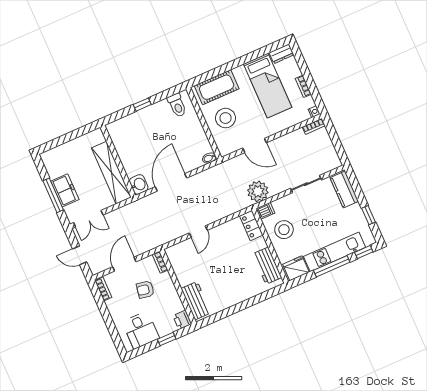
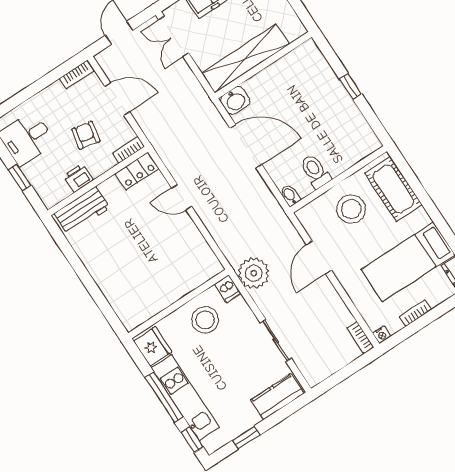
toilet: (177, 105) -> (315, 171), moved, turned 90
locker: (251, 225) -> (137, 171), moved, turned 180
workbench: (267, 266) -> (149, 304), removed
printer: (182, 320) -> (78, 178), moved

